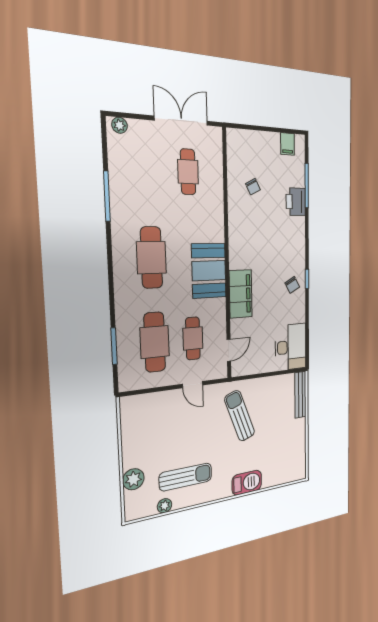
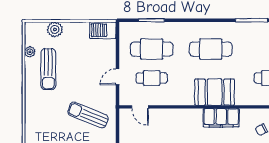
booth: (209, 271) -> (215, 92), moved
filing cabinet: (241, 294) -> (221, 118), moved
sun lounger: (240, 416) -> (88, 115), turned -138
barbecue: (247, 483) -> (103, 30), moved, turned 90

